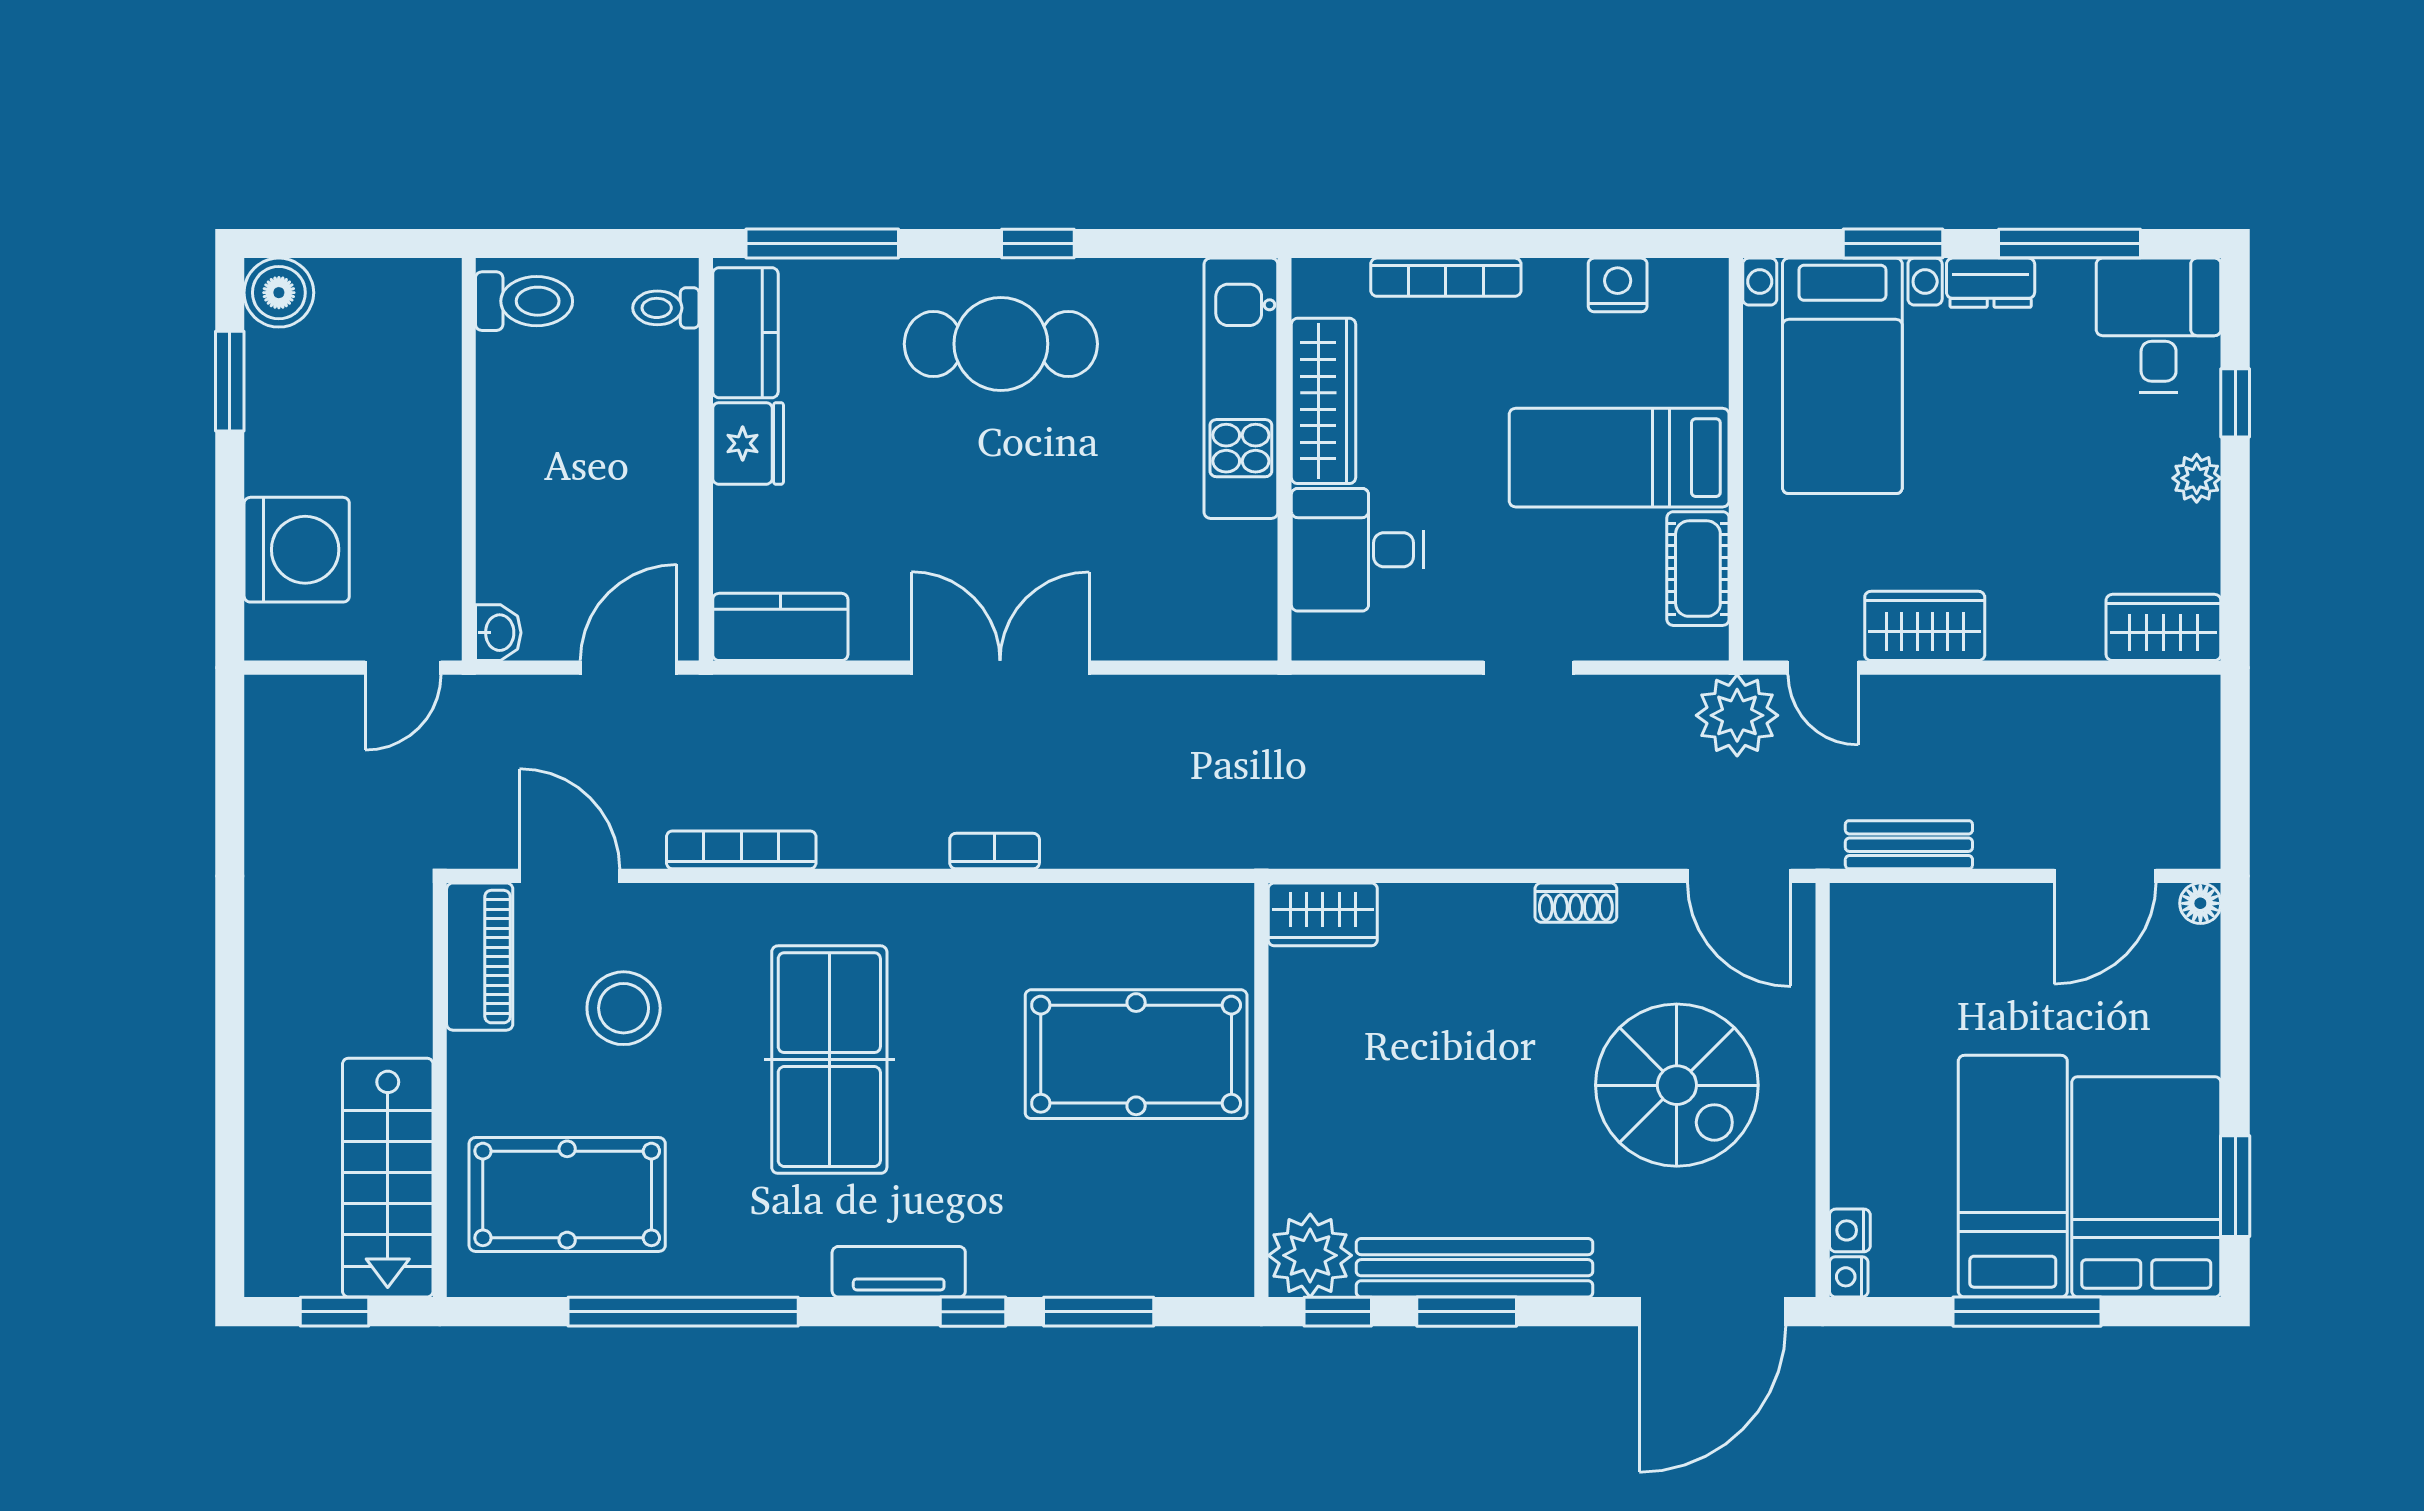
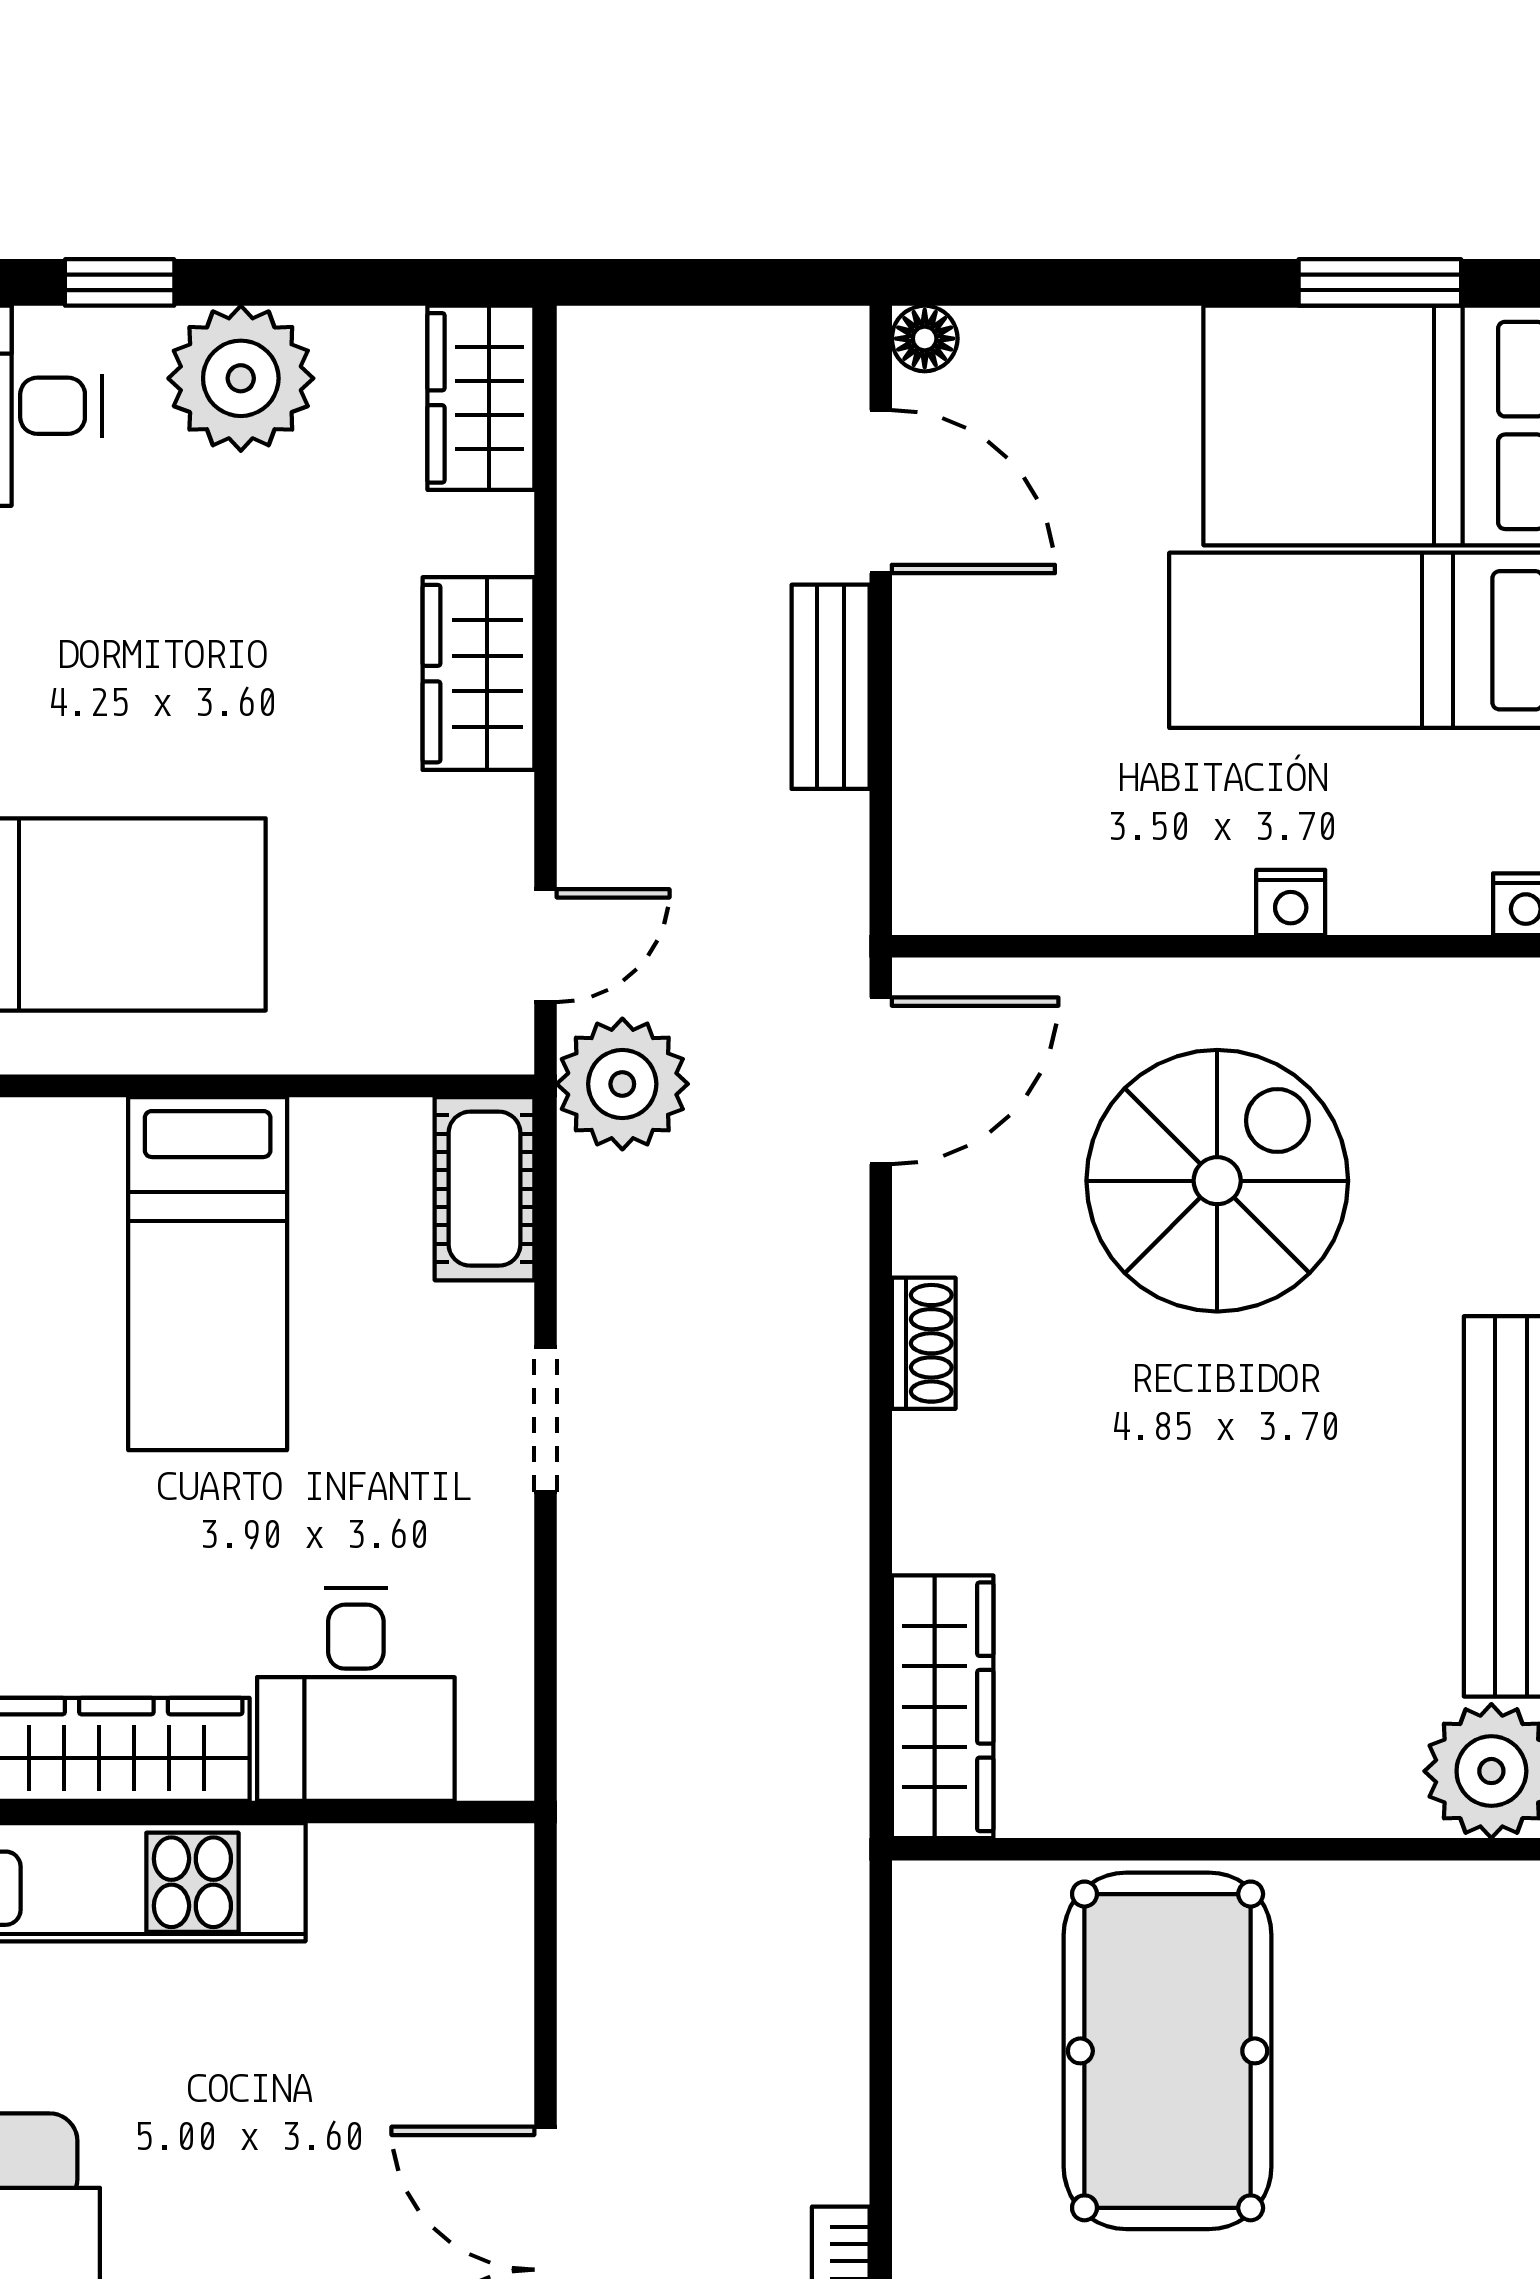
plant: (2197, 478) -> (241, 378), width x1.88, depth x1.88
cot: (1698, 569) -> (485, 1189), moved, turned 90
wardrobe: (1925, 626) -> (478, 674), moved
bench: (1909, 845) -> (831, 687), moved
wardrobe: (1323, 914) -> (943, 1707), width x1.50
nightstand: (1850, 1230) -> (1291, 902), moved

